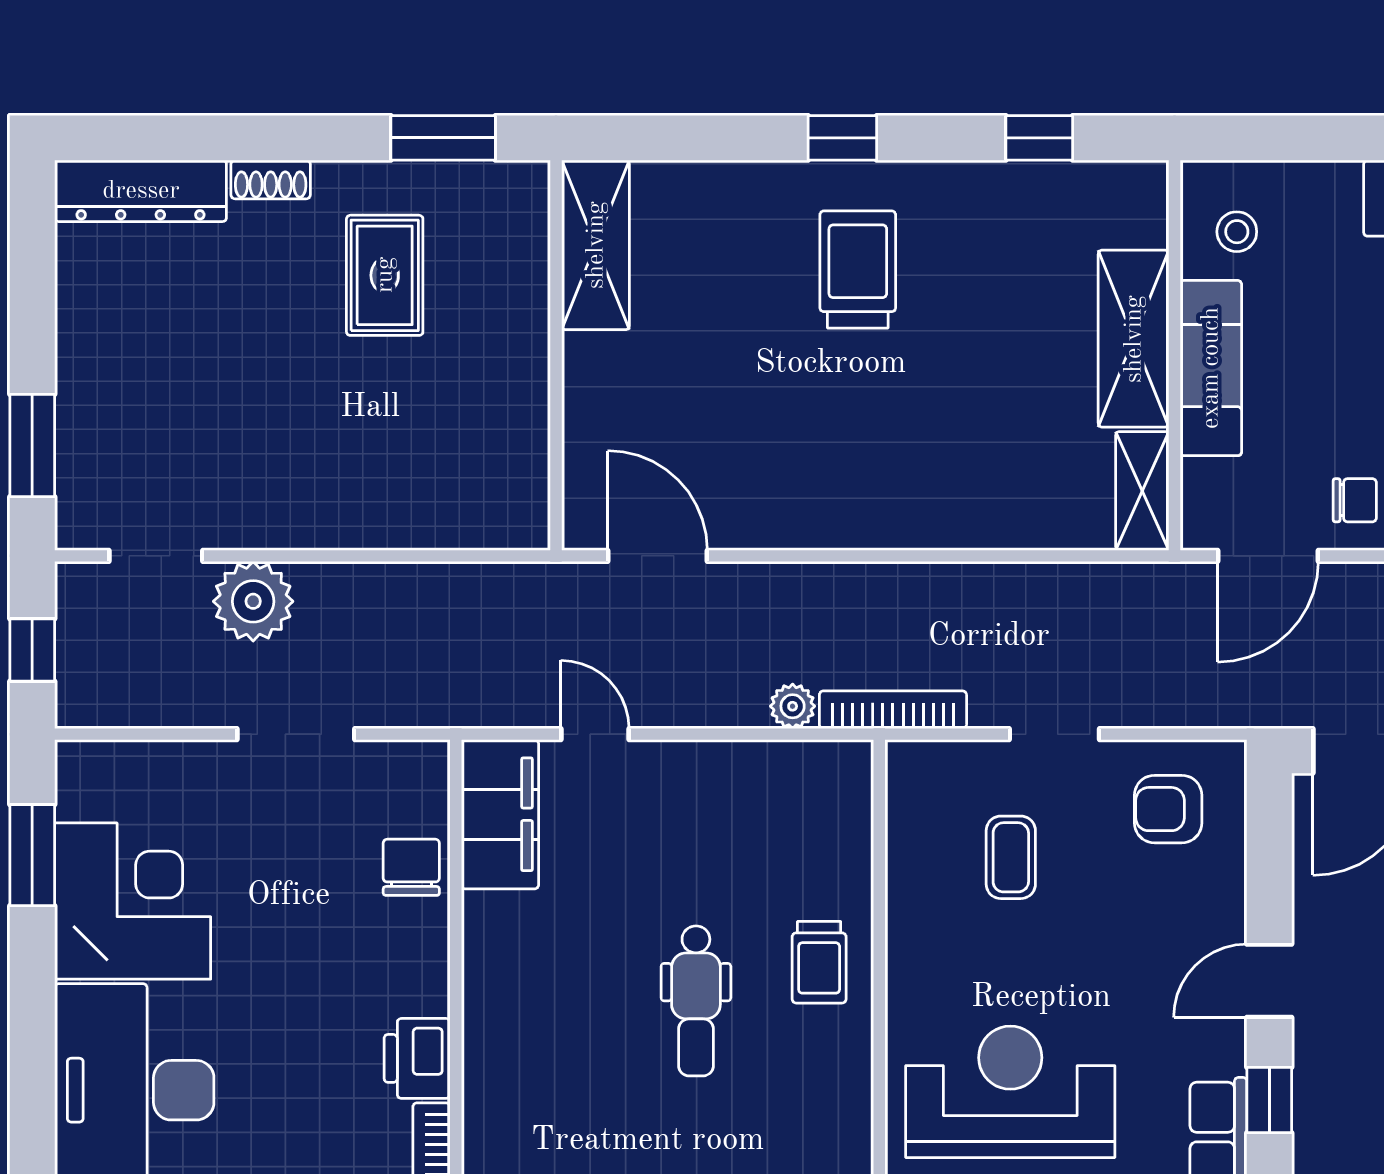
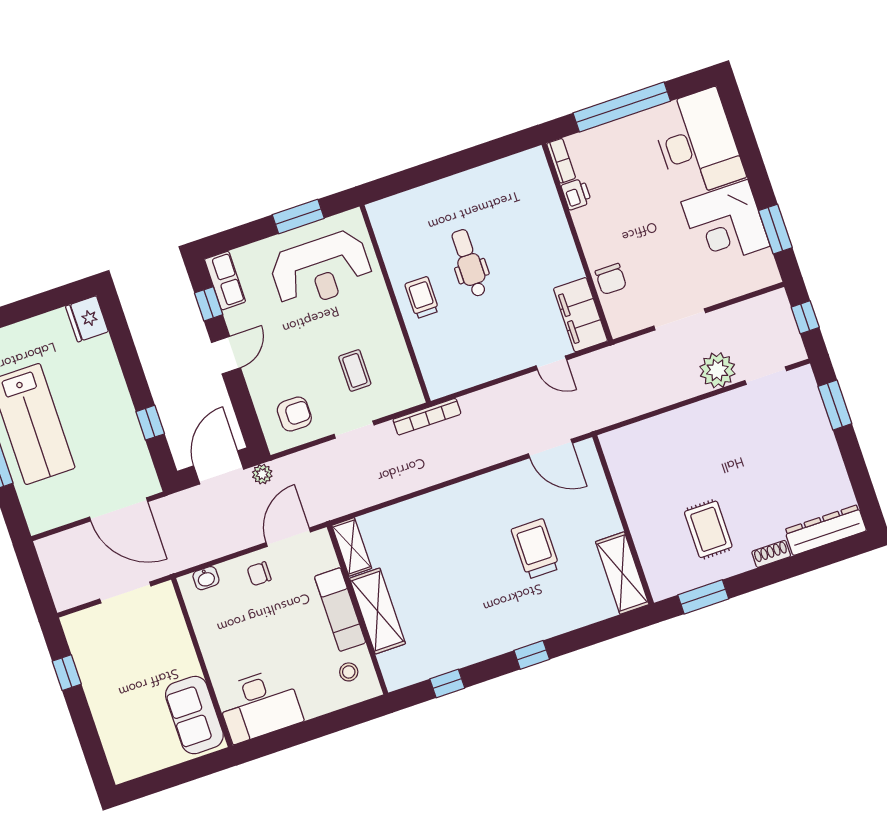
trolley: (858, 269) -> (535, 549), moved, turned 180
plant: (793, 706) -> (262, 474), moved
printer: (417, 1058) -> (576, 194), width x0.73, depth x0.81

